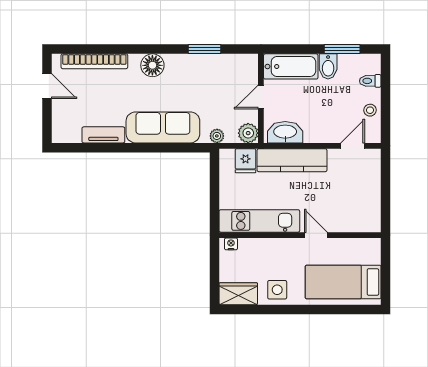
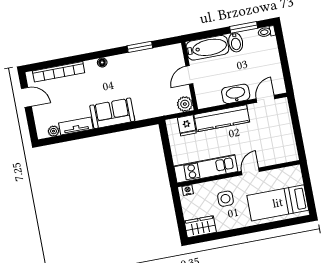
floor lamp: (152, 65) -> (102, 62), width x0.53, depth x0.53
toilet: (370, 81) -> (267, 32), moved
stool: (370, 110) -> (273, 69), removed
sofa: (163, 127) -> (112, 113), width x0.73
washbasin: (285, 132) -> (236, 94), moved
plant: (217, 136) -> (54, 131), moved
door: (316, 235) -> (250, 171), hinge flipped
side table: (277, 290) -> (225, 199), moved

